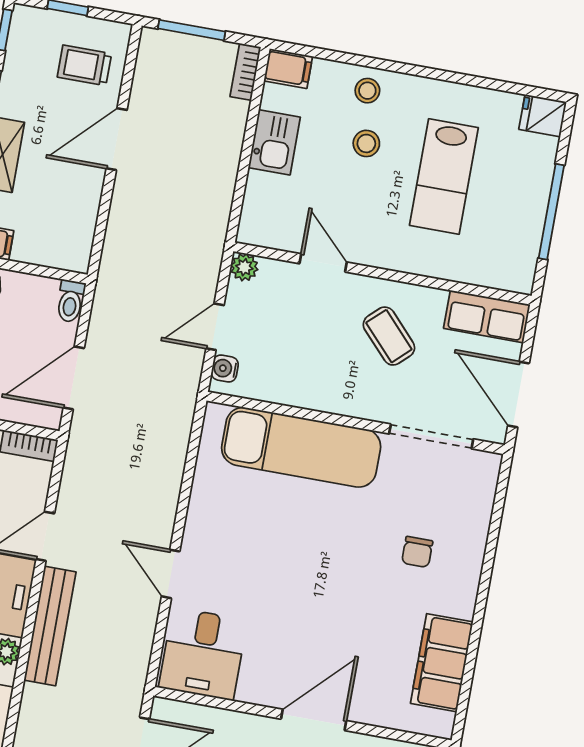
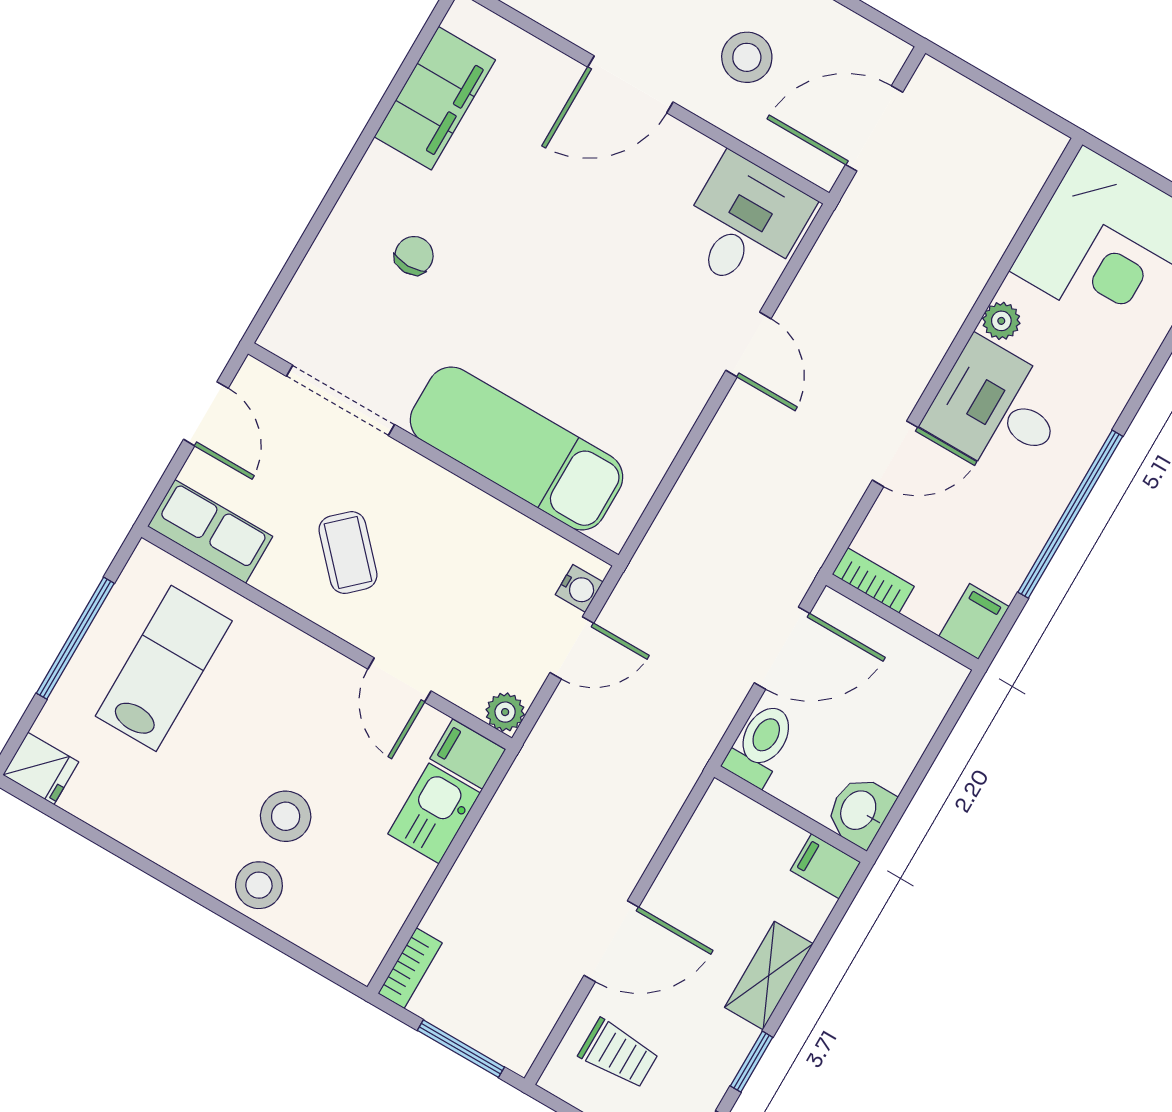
filing cabinet: (288, 69) -> (468, 754), moved
stool: (367, 91) -> (259, 885), width x1.37, depth x1.37
kitchen sink: (274, 142) -> (434, 813), moved
stool: (366, 143) -> (286, 816), width x1.37, depth x1.37
lab bench: (444, 177) -> (164, 668), moved
toilet: (70, 301) -> (761, 744), width x1.37, depth x1.39
door: (518, 395) -> (206, 414), width x0.73
bench: (50, 626) -> (932, 334), removed

